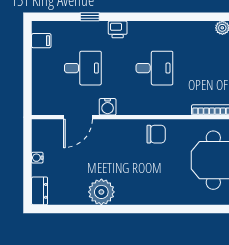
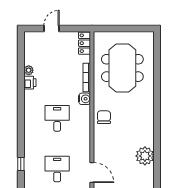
printer: (118, 29) -> (30, 83), moved
water cooler: (108, 107) -> (85, 99), moved

